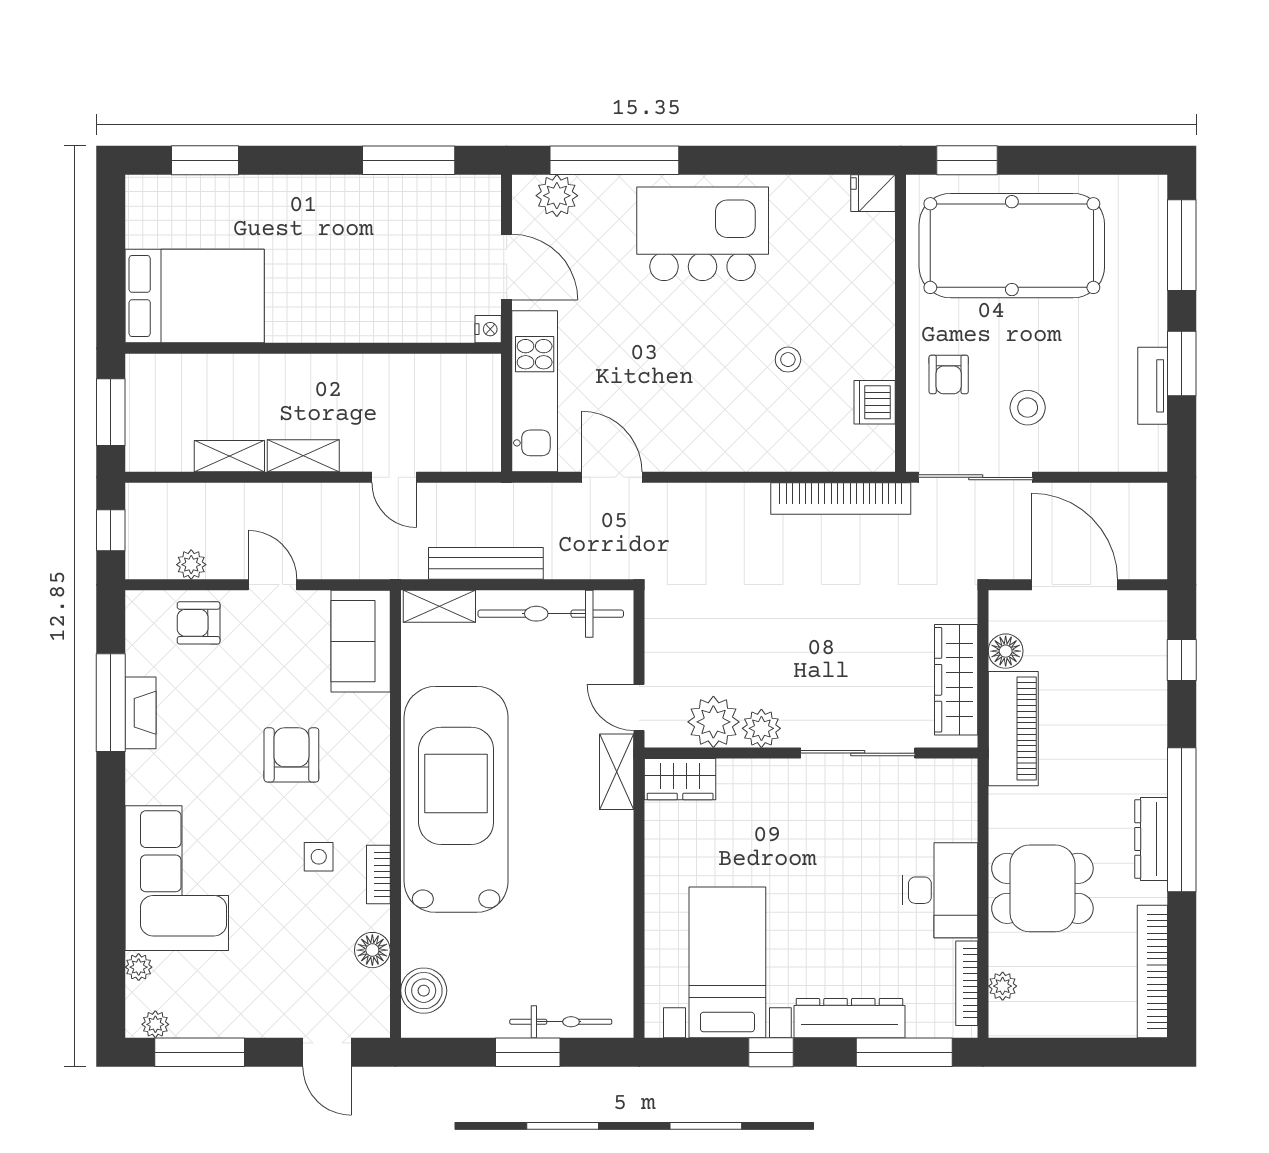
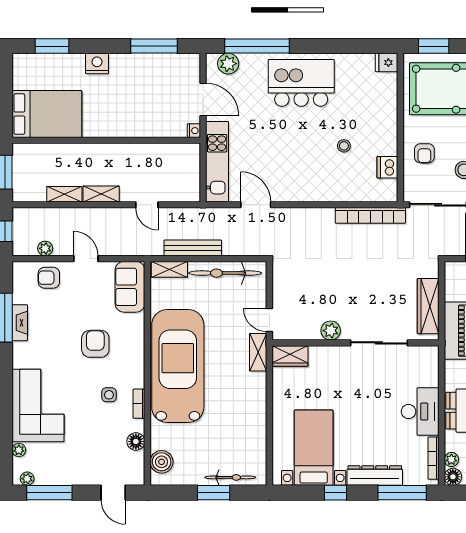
nightstand: (295, 195) -> (97, 63), added
floor lamp: (1006, 651) -> (453, 477), moved
plant: (713, 722) -> (307, 327), removed

